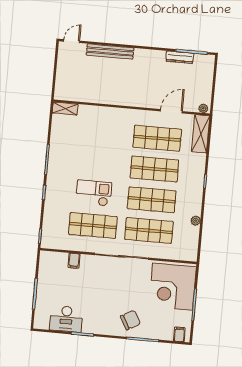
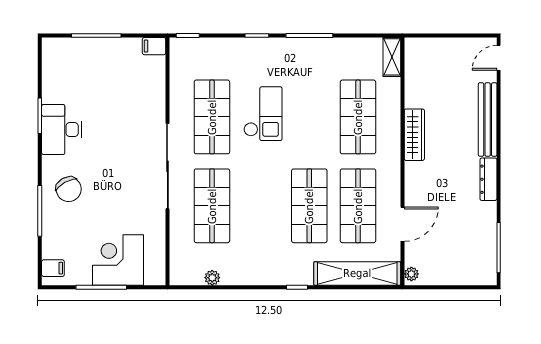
door: (72, 41) -> (499, 58), swing flipped
dresser: (180, 57) -> (488, 179), moved
wardrobe: (115, 99) -> (414, 135), added
door: (171, 111) -> (402, 224), hinge flipped
shelving: (201, 134) -> (357, 273), width x1.47
shop shelf: (152, 200) -> (358, 117), moved
plant: (196, 221) -> (212, 278), moved
filing cabinet: (74, 261) -> (154, 46), moved
corner desk: (173, 287) -> (118, 260), width x0.74, depth x0.74
desk: (66, 319) -> (61, 130), moved

